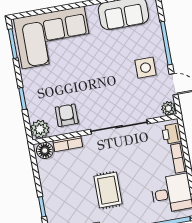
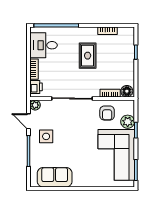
corner sofa: (53, 37) -> (116, 155), moved, turned -90
plant: (40, 129) -> (128, 122), moved

